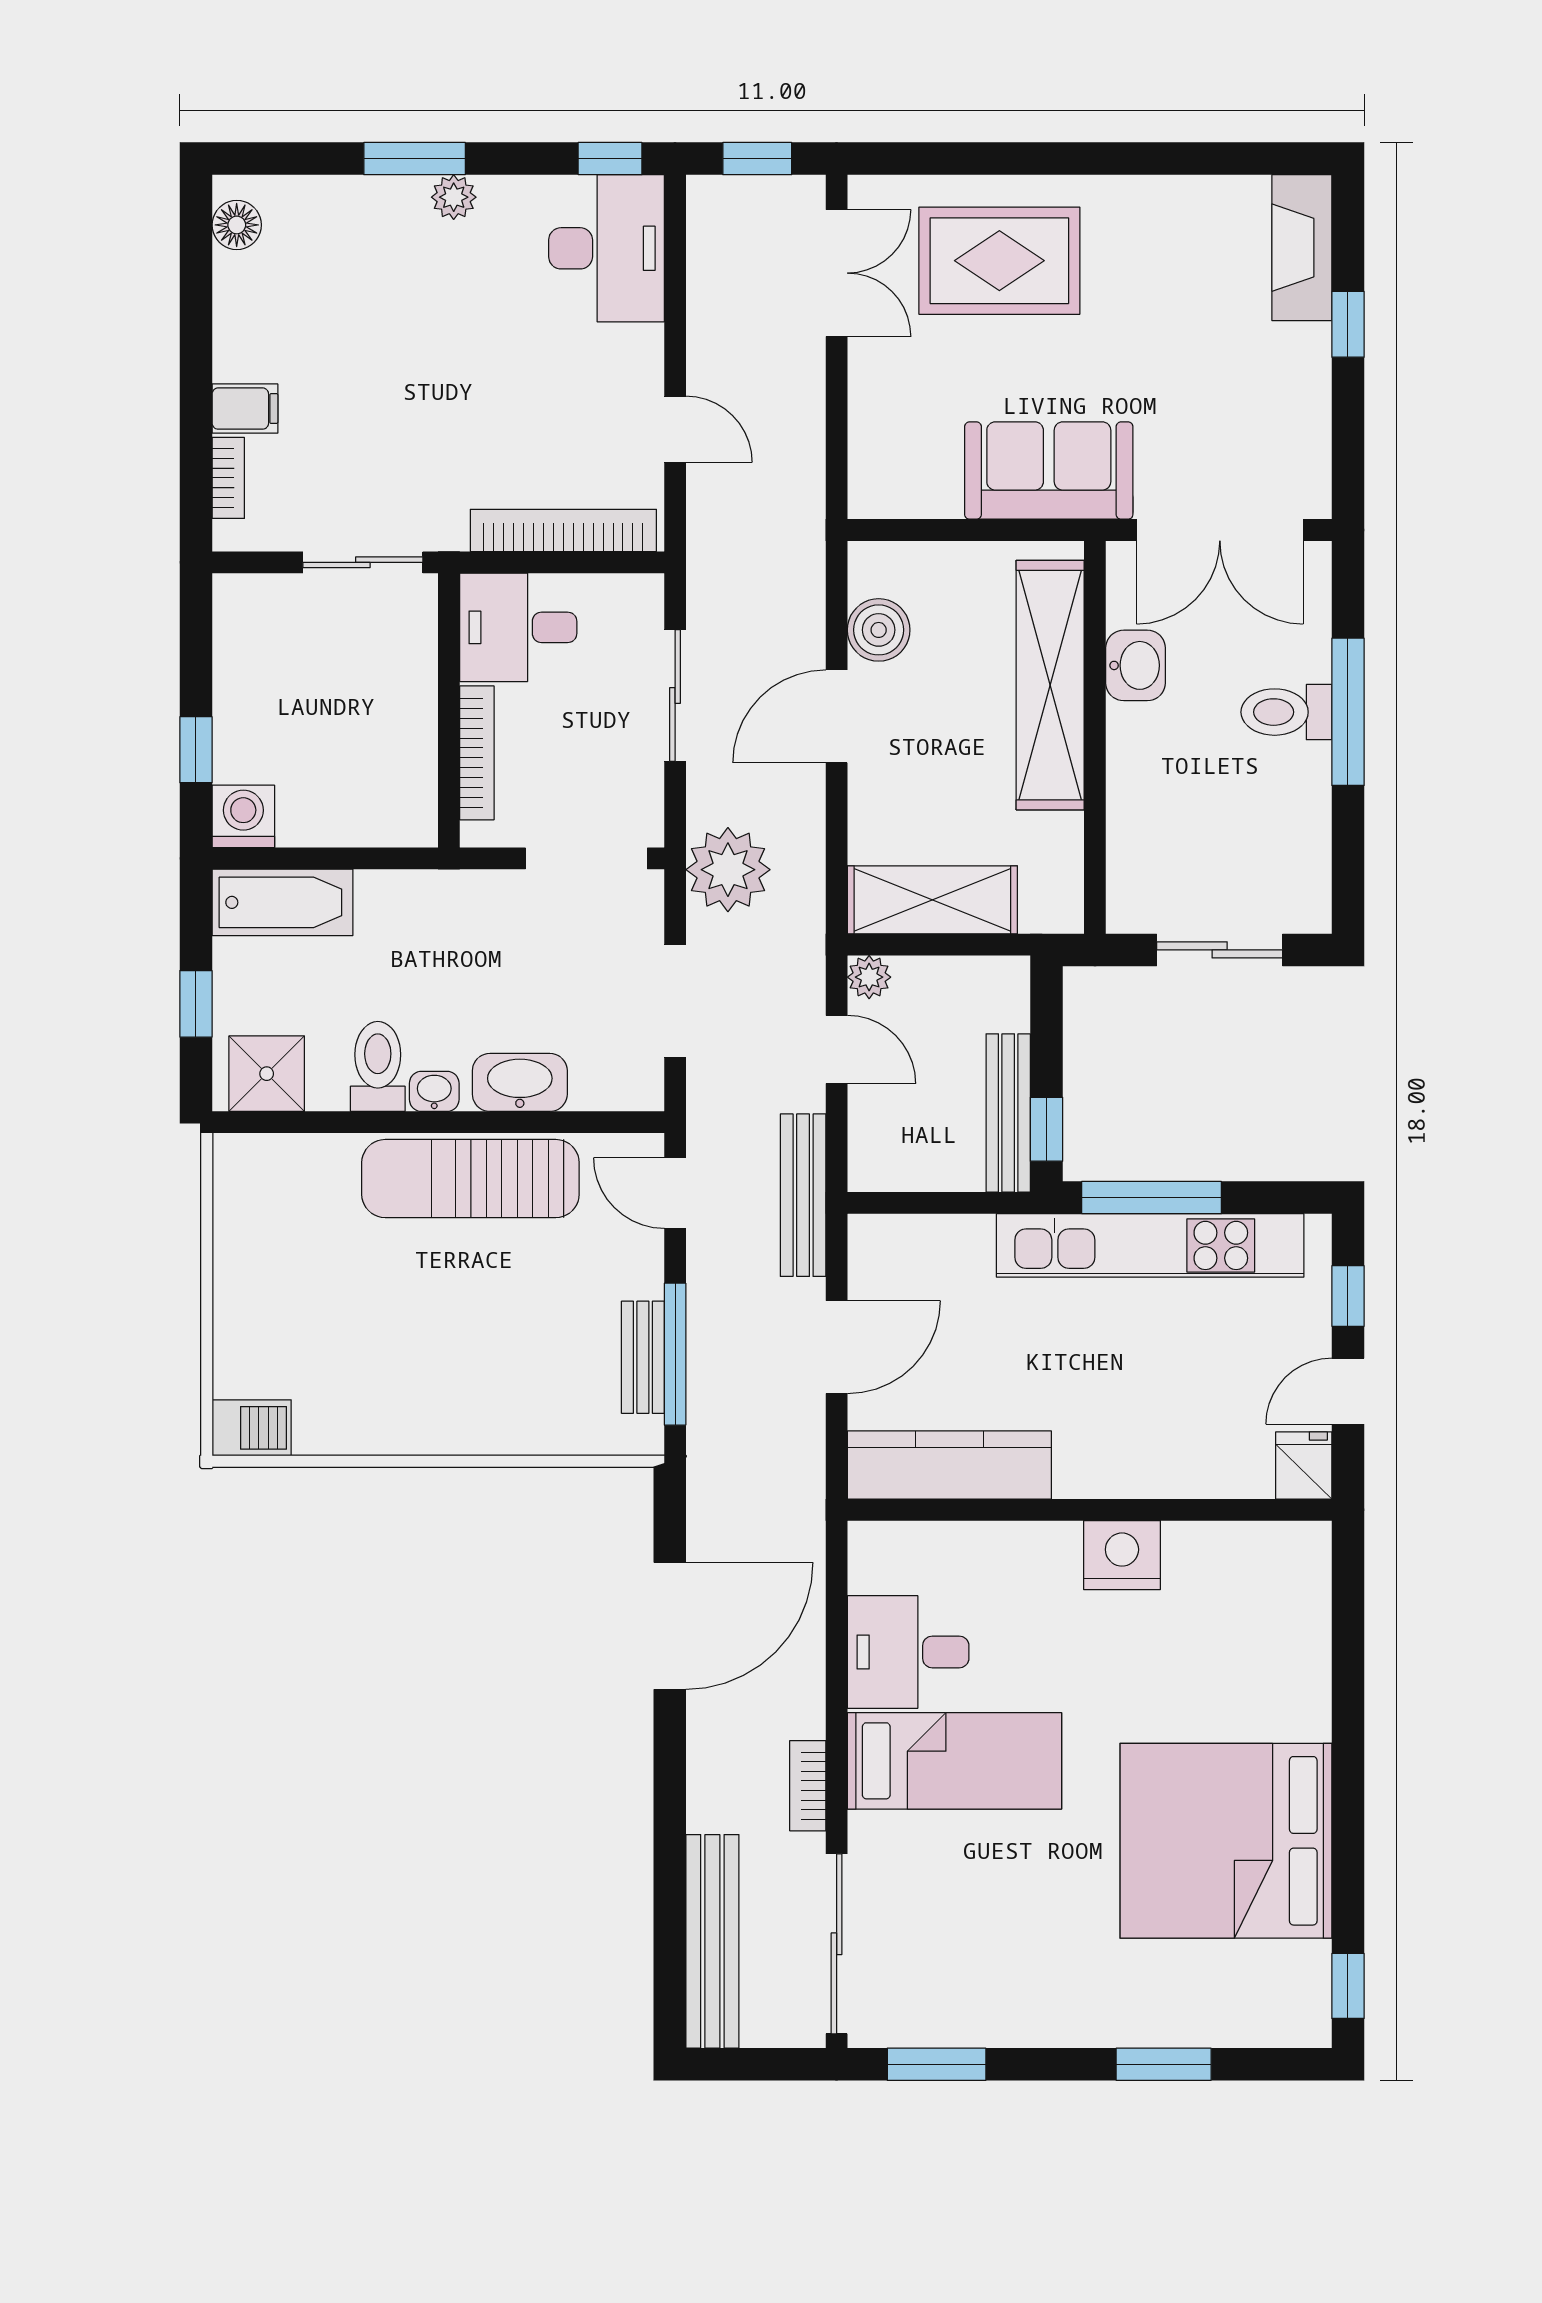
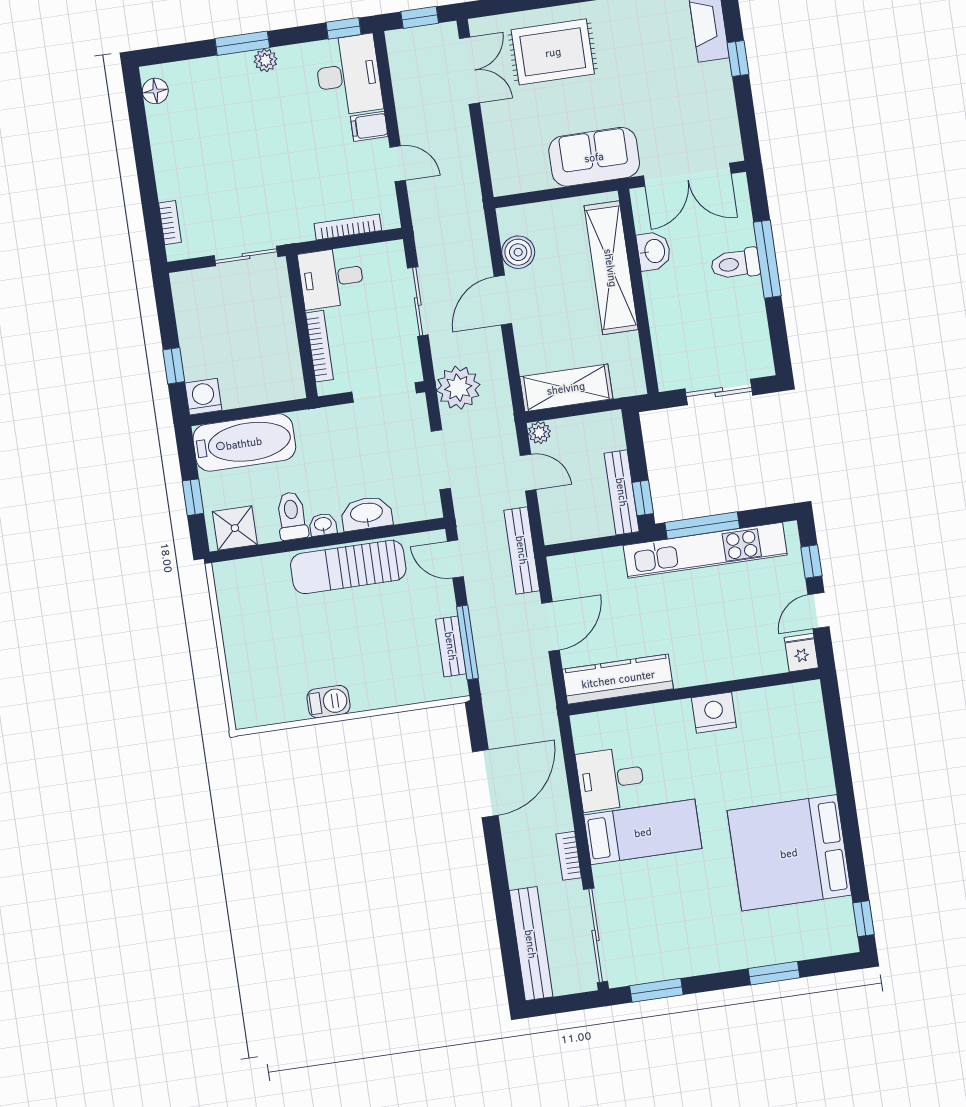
filing cabinet: (245, 409) -> (369, 126), moved, turned 180
bookcase: (563, 530) -> (348, 227), width x0.68, depth x0.76
bathtub: (283, 902) -> (244, 443), width x1.36, depth x1.36
barbecue: (252, 1428) -> (329, 702), moved

